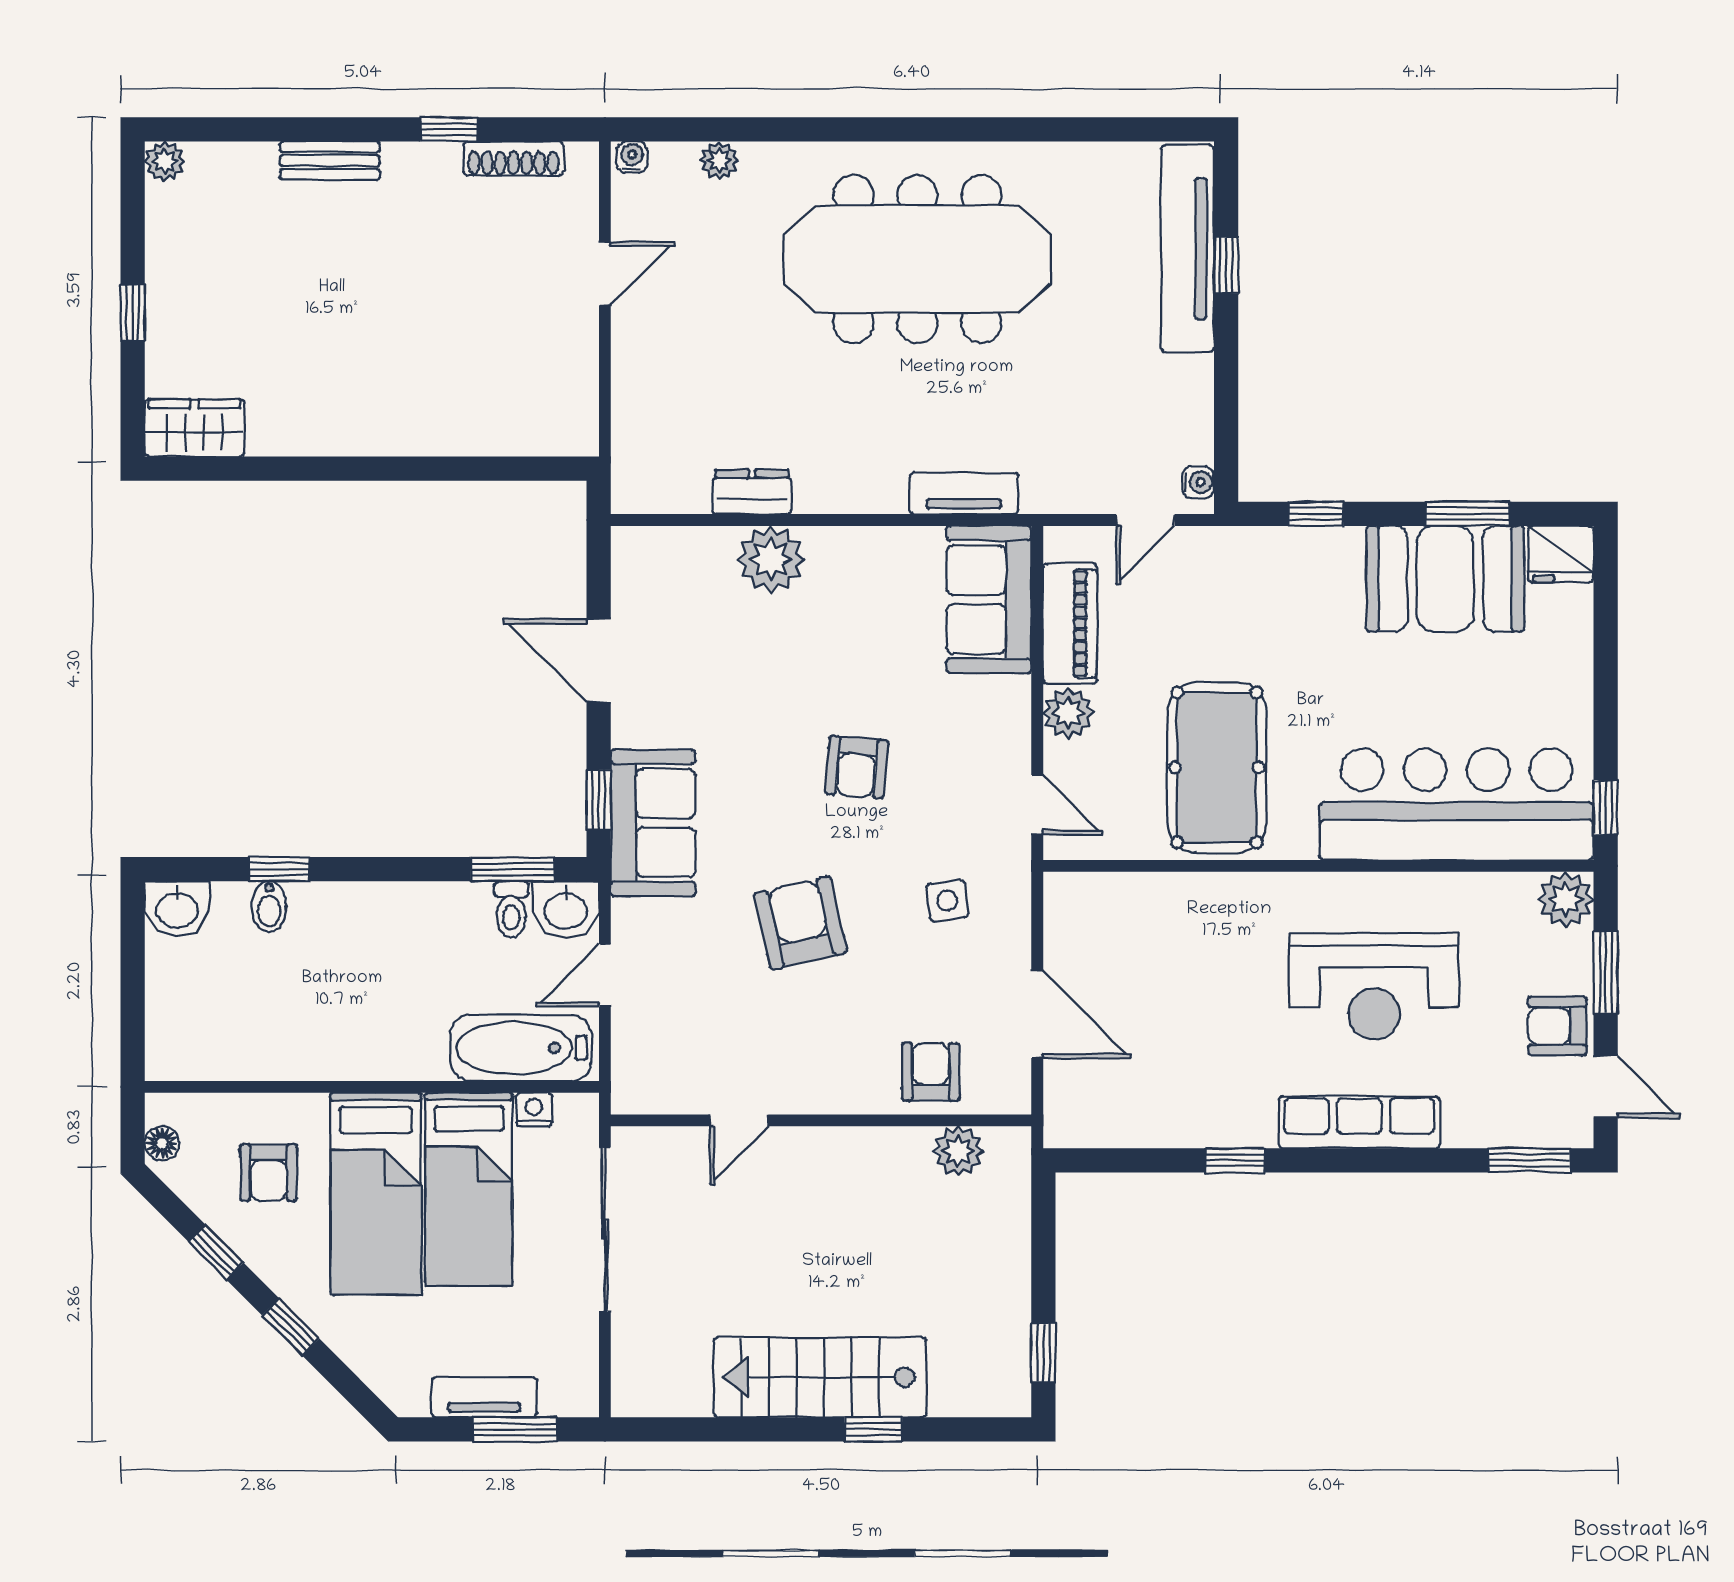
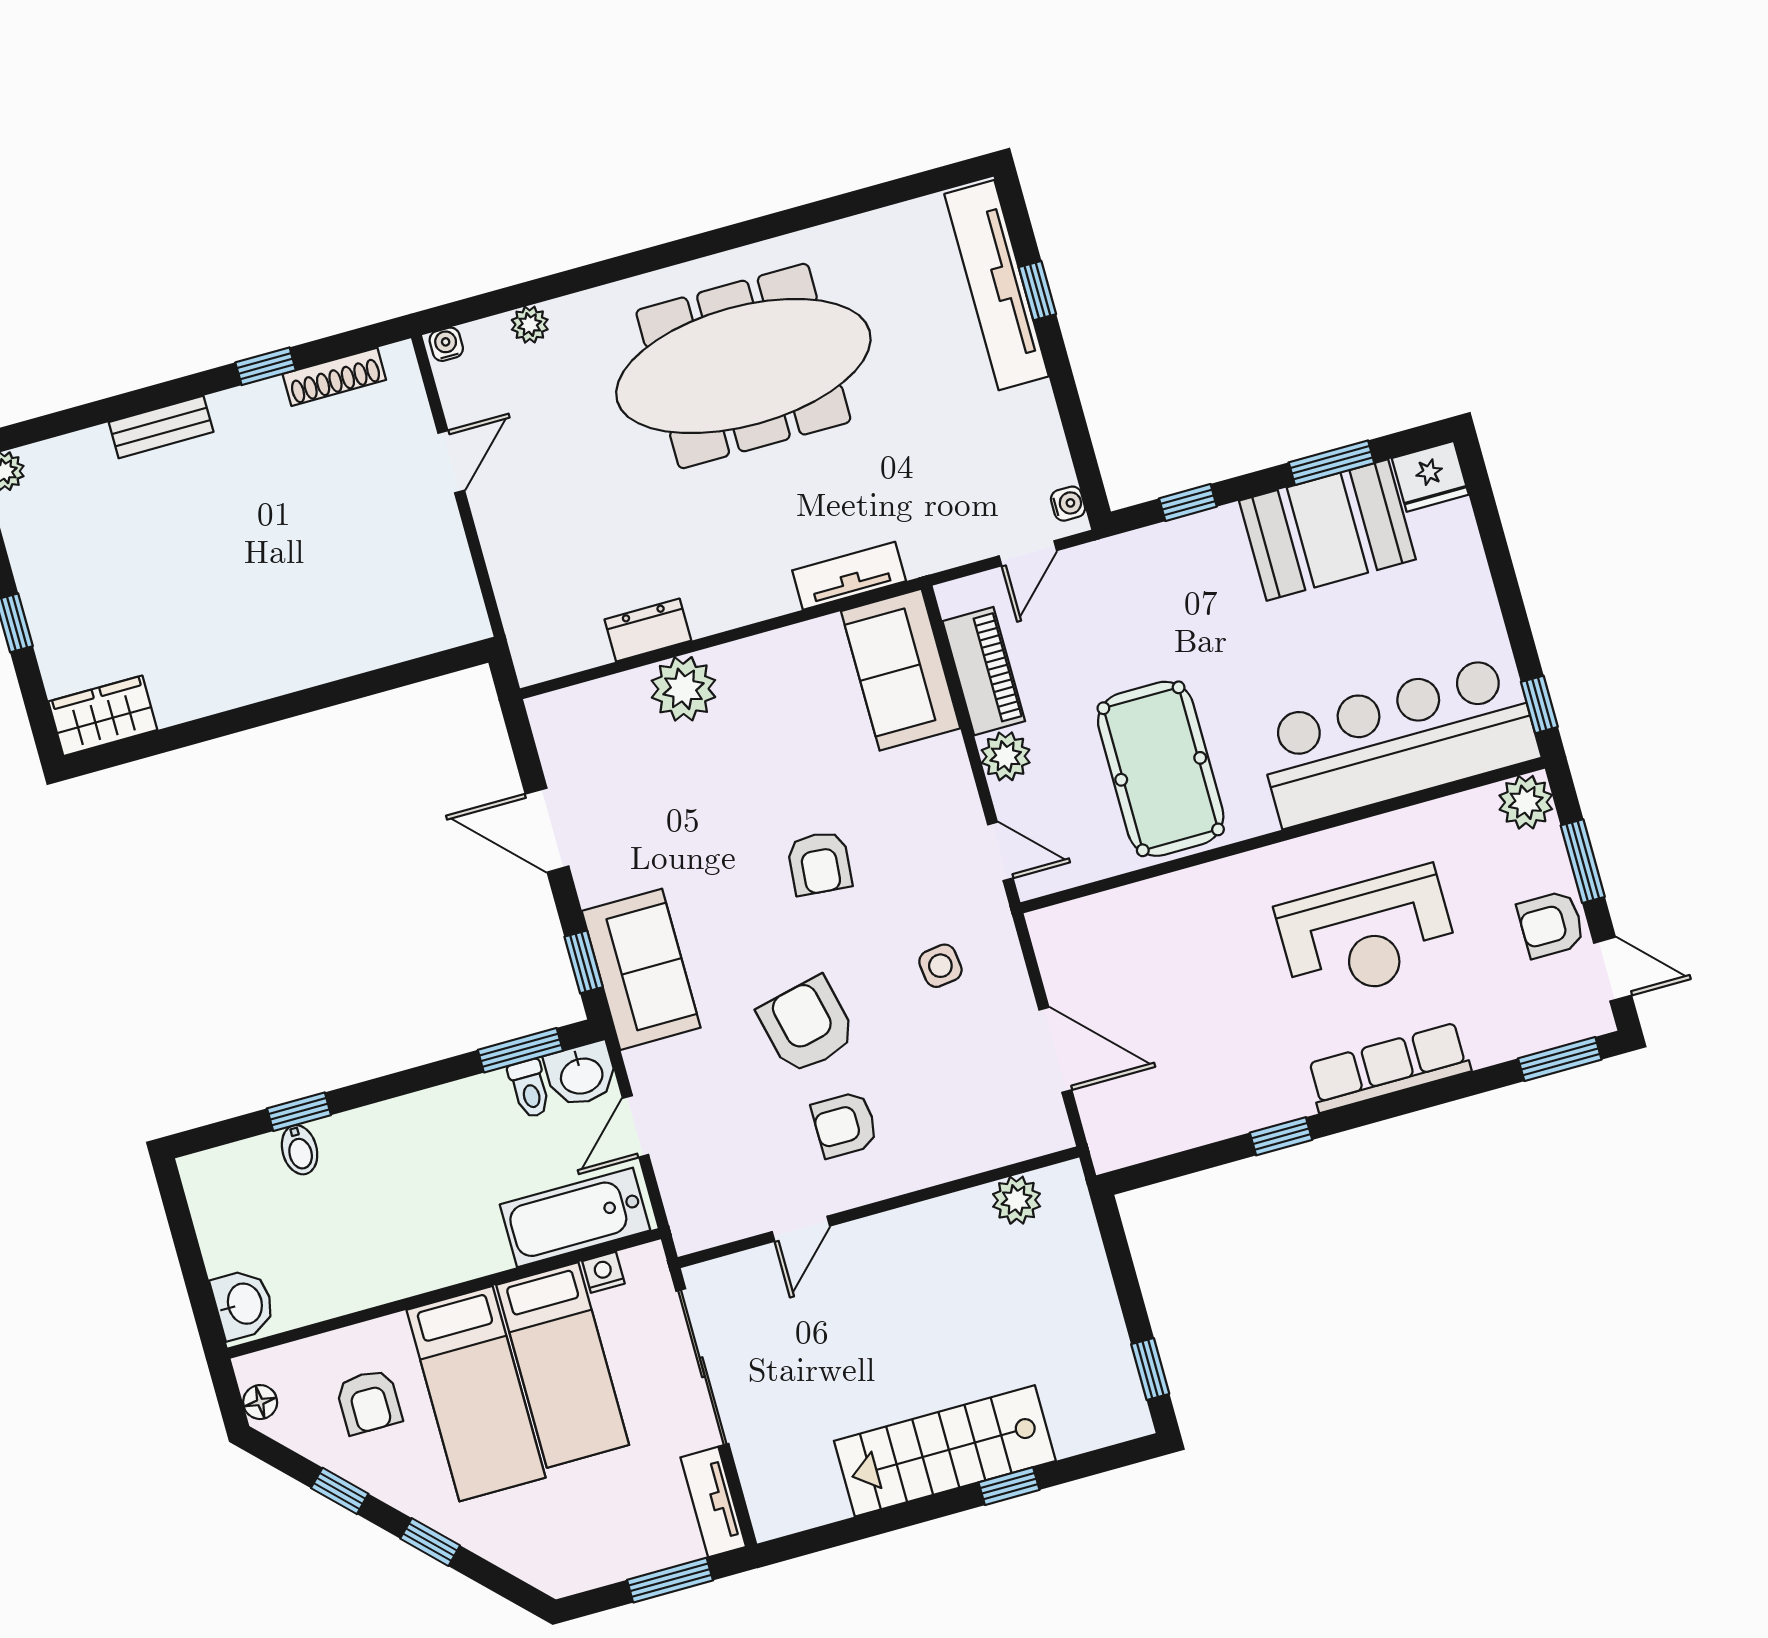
washbasin: (177, 909) -> (243, 1304), moved, turned -90
armchair: (931, 1072) -> (845, 1125), moved, turned -90
tv unit: (484, 1397) -> (713, 1502), moved, turned -90

